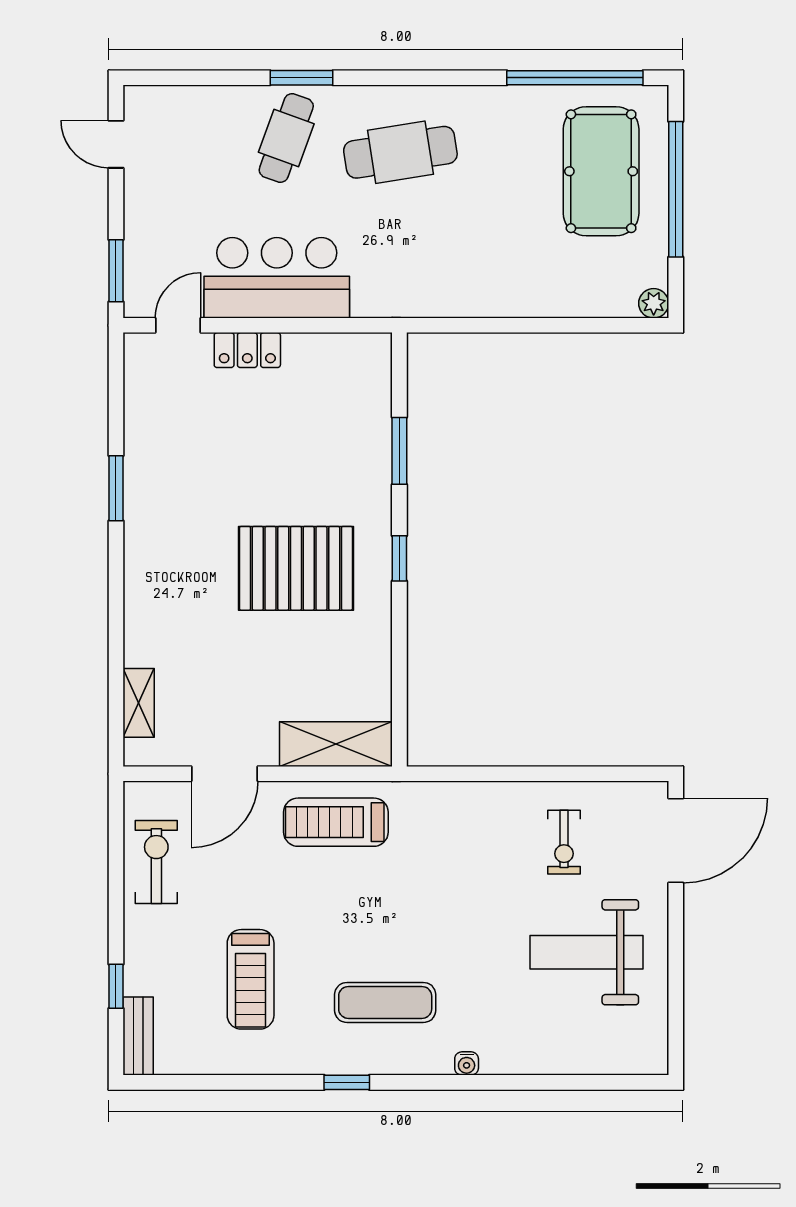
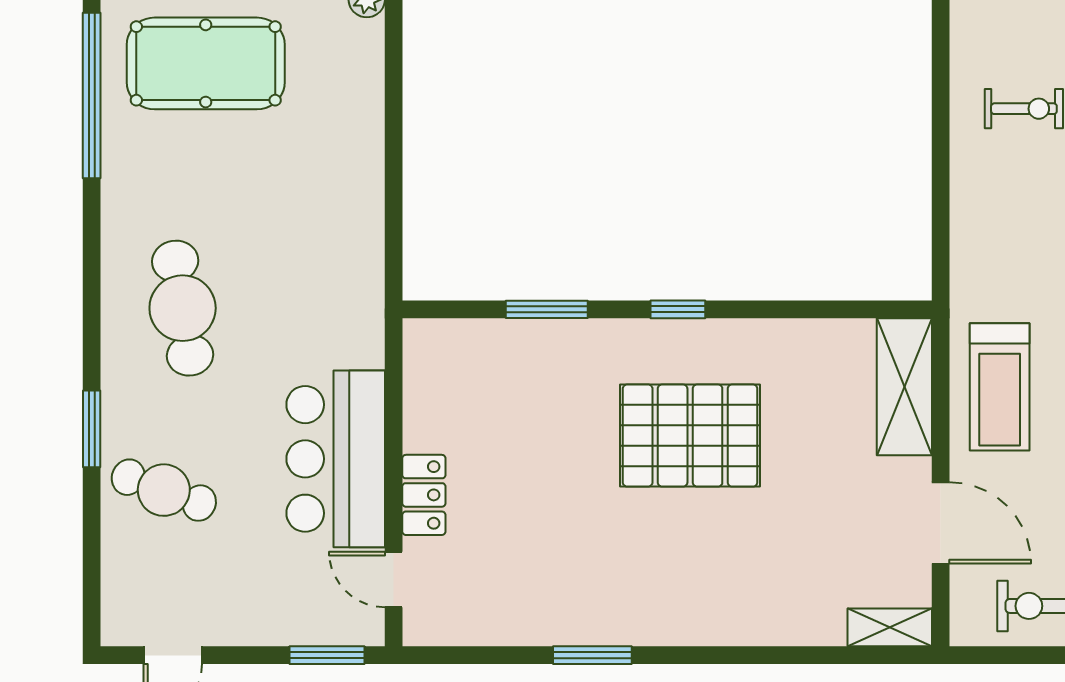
cafe table: (286, 138) -> (164, 490), moved
pallet: (296, 568) -> (690, 436), turned 90
shelving: (139, 703) -> (890, 627), moved

